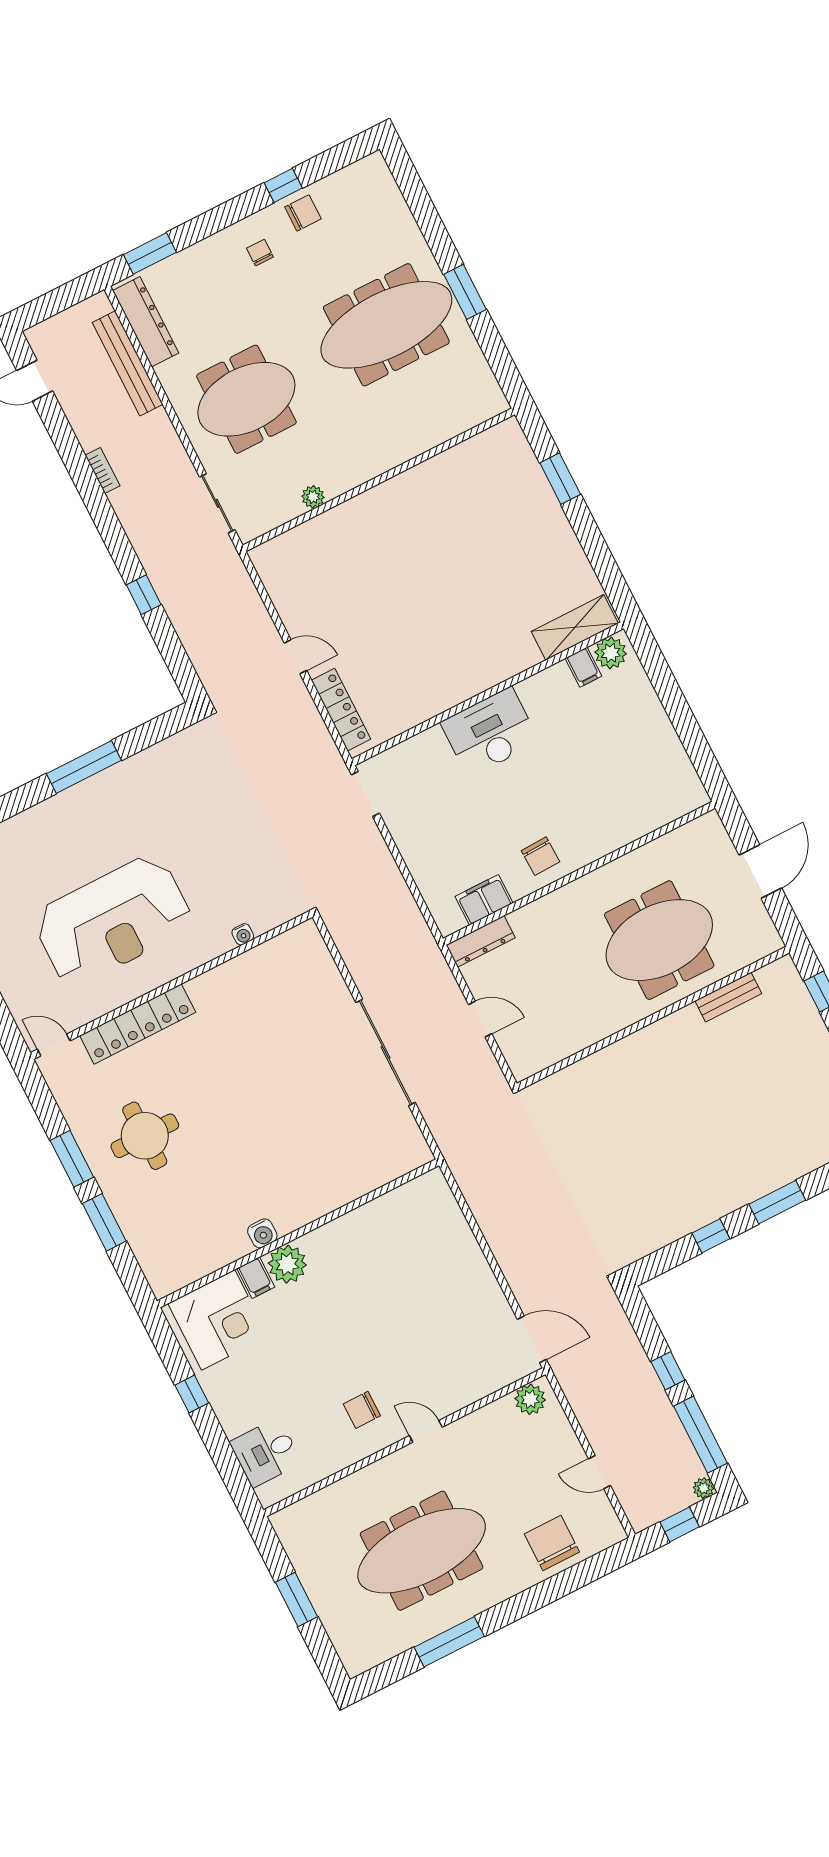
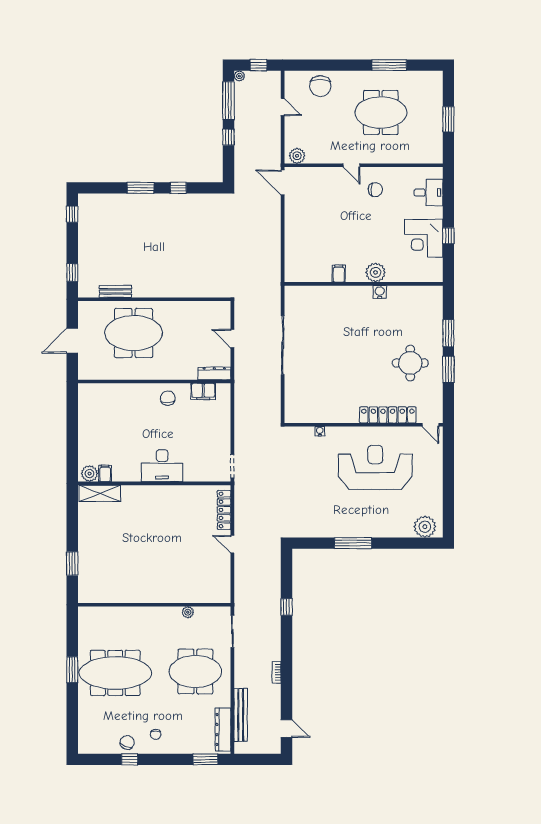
chair: (303, 213) -> (127, 742), turned 114
filing cabinet: (256, 1278) -> (339, 274), moved
corner desk: (218, 1320) -> (424, 238), moved, turned -90
meeting table: (422, 1551) -> (381, 112), width x0.73

